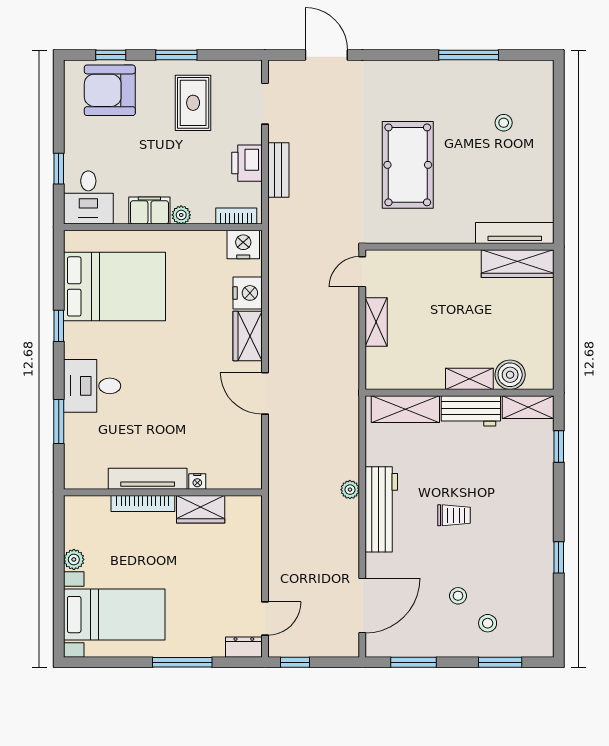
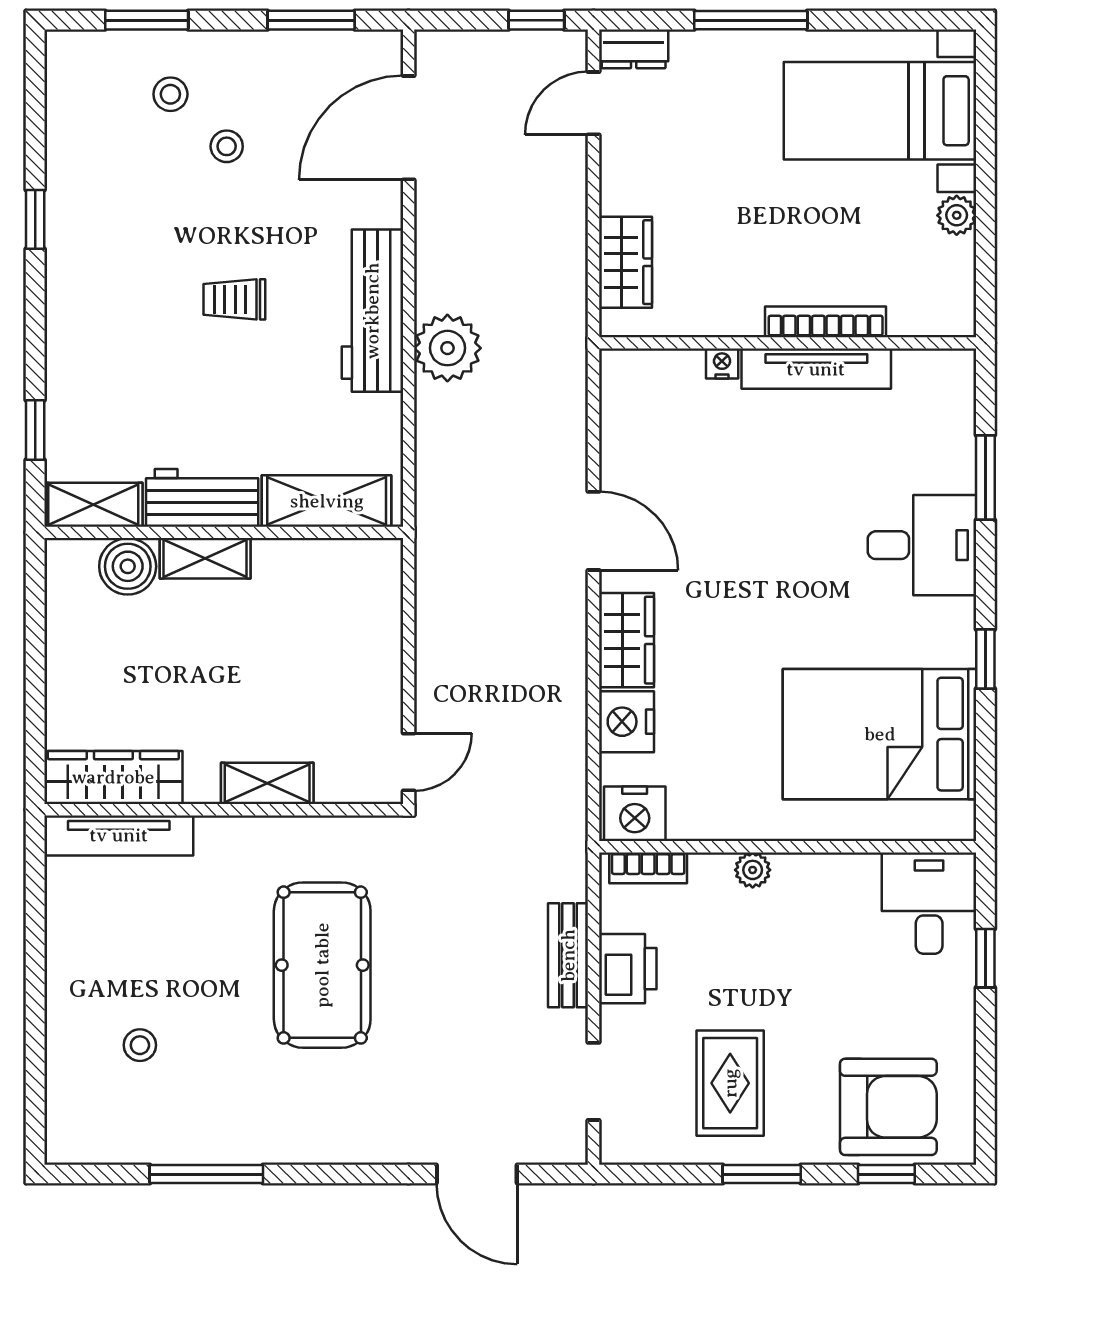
filing cabinet: (149, 211) -> (813, 878), removed
shelving: (376, 322) -> (267, 783), moved, turned 90
plant: (350, 490) -> (447, 348), width x1.87, depth x1.87
wardrobe: (201, 509) -> (625, 262), moved, turned 90

